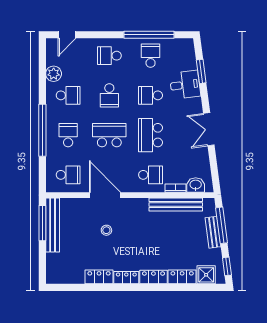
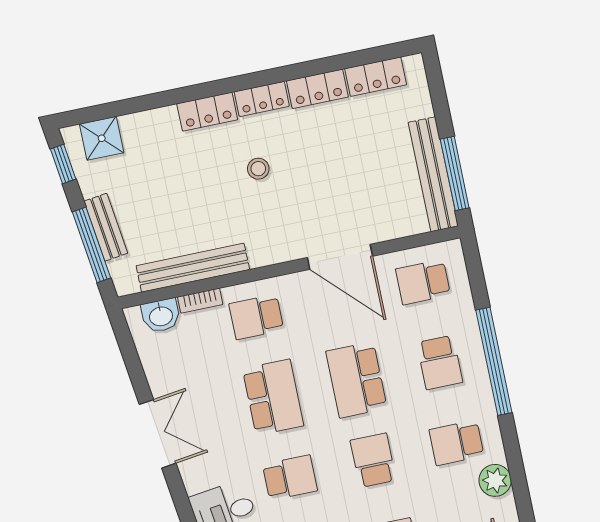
school desk: (109, 135) -> (356, 380), turned 90
stool: (106, 230) -> (258, 169), moved
locker: (182, 277) -> (376, 77), moved

